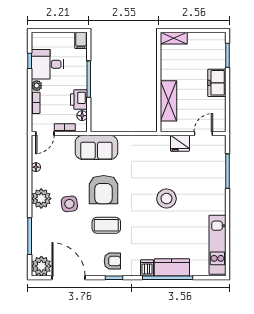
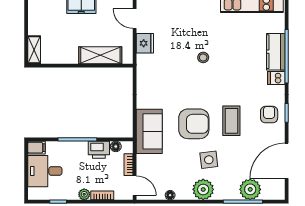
desk: (47, 64) -> (45, 171), moved, turned 90
stool: (166, 199) -> (203, 57), width x0.53, depth x0.53
plant: (41, 266) -> (250, 189), moved

